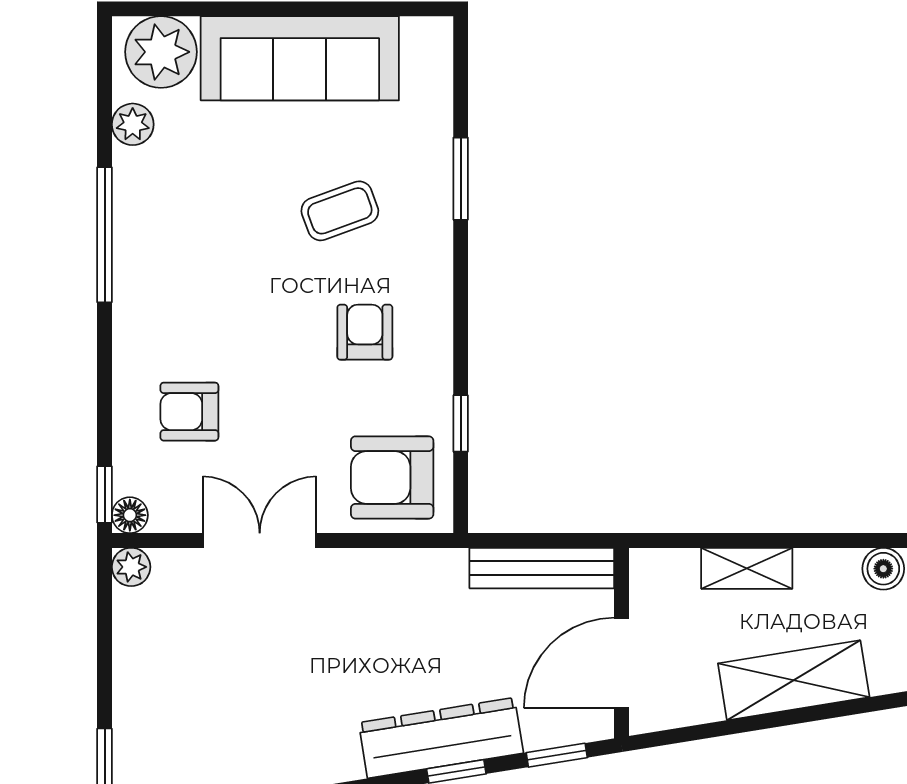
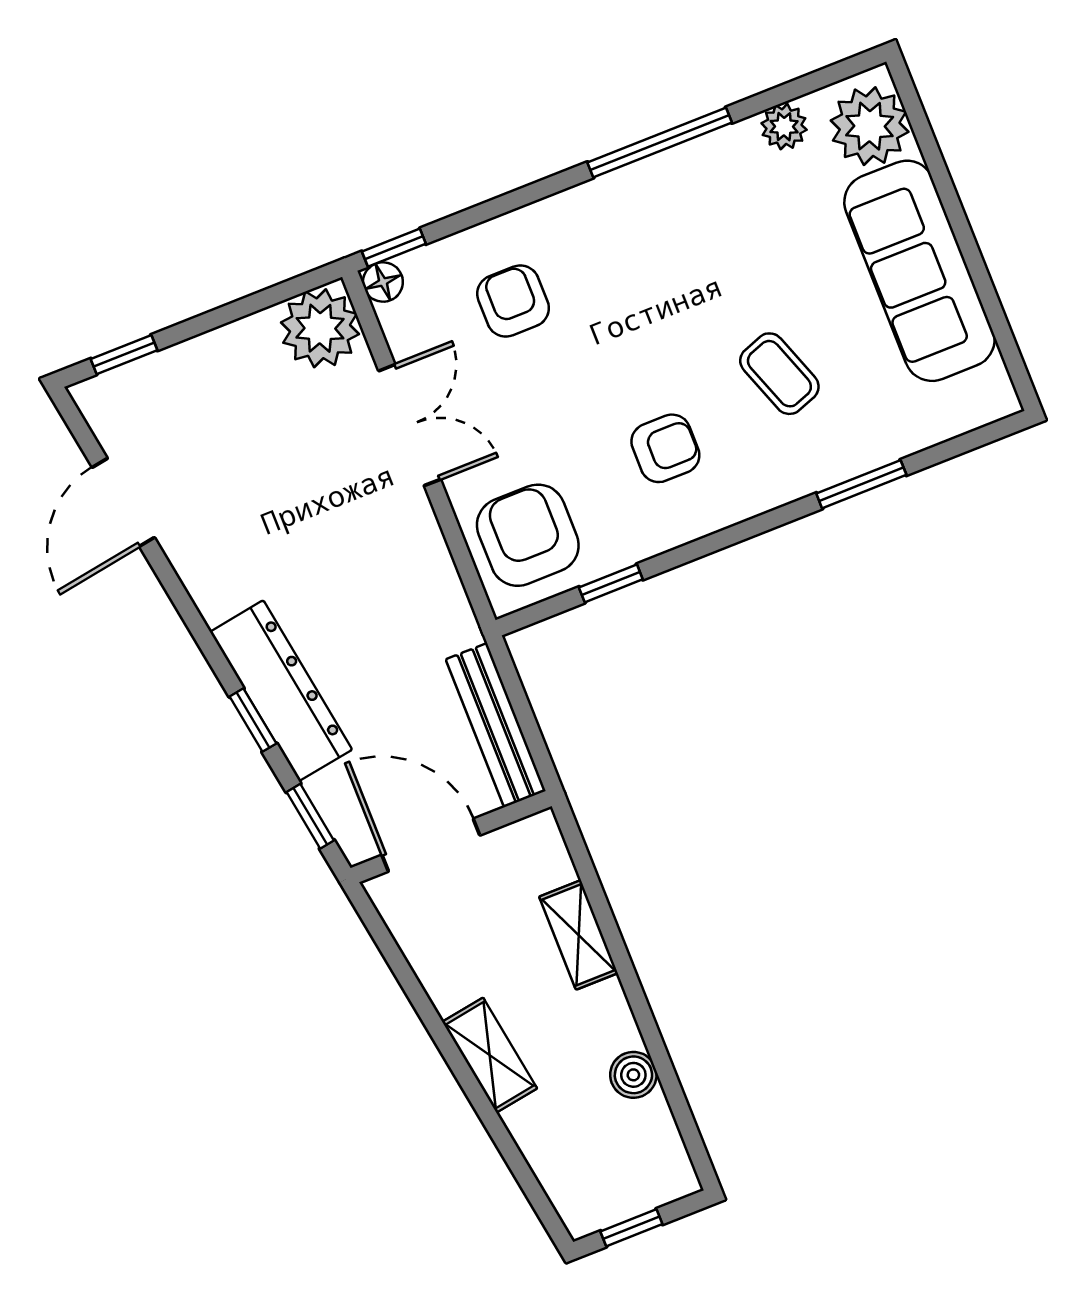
plant: (131, 567) -> (320, 328), width x1.88, depth x1.88
shelving: (794, 680) -> (490, 1055), width x0.67, depth x0.75

